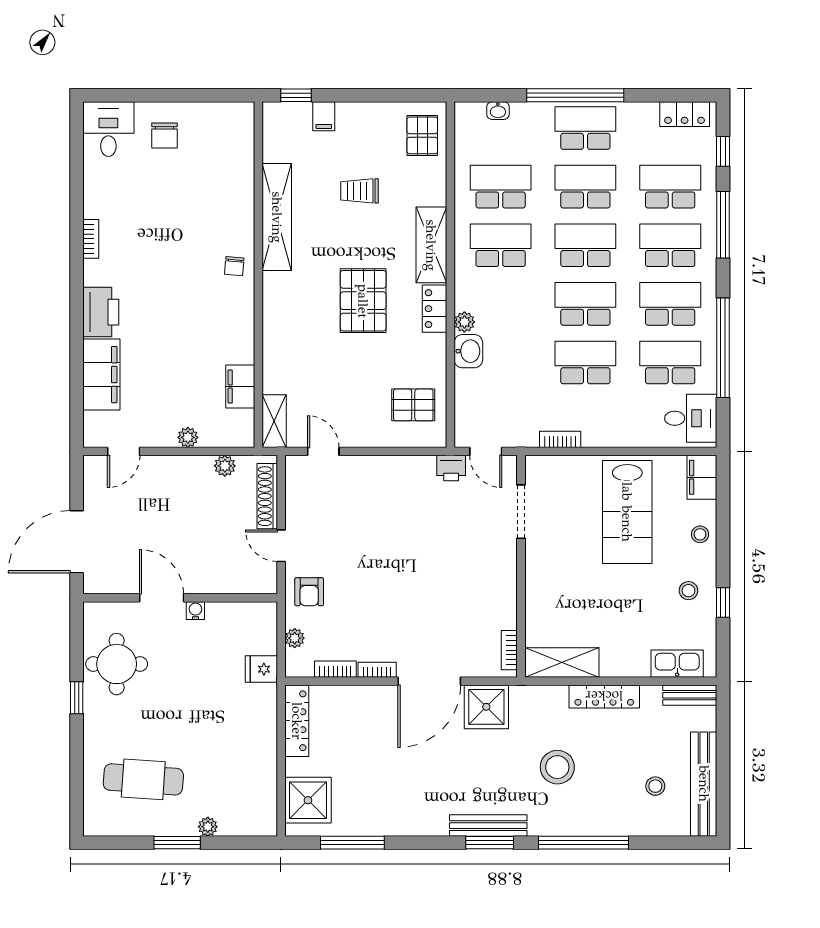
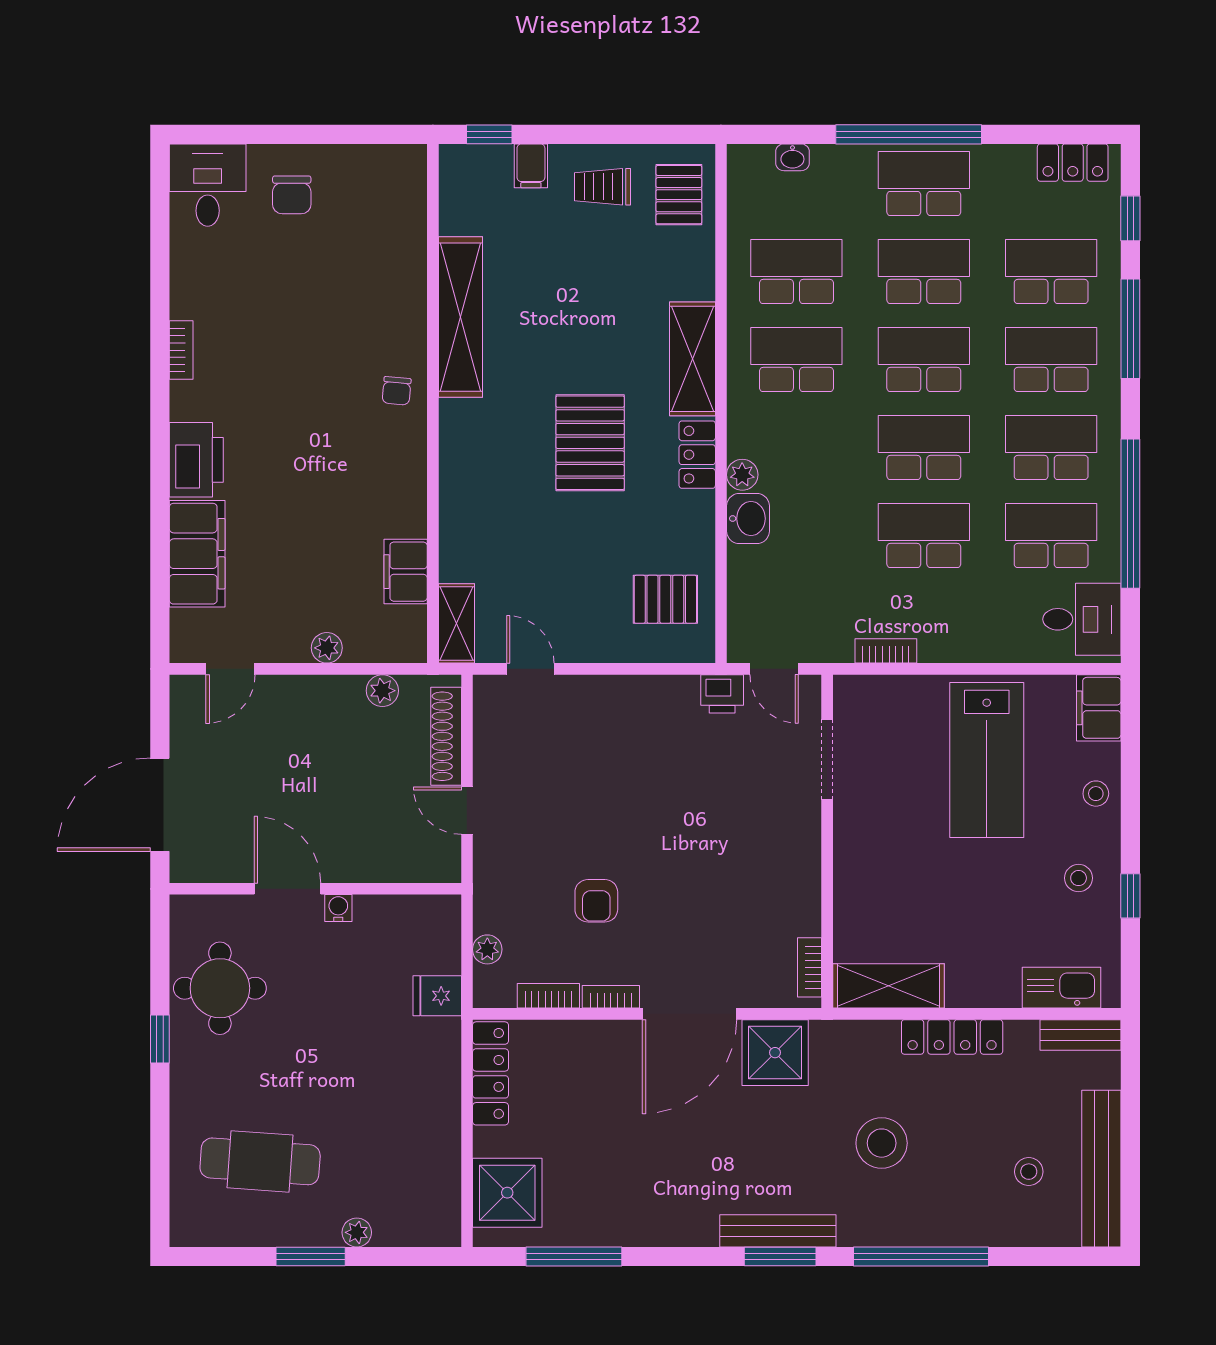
trolley: (359, 191) -> (602, 187), moved
armchair: (309, 592) -> (596, 901), moved

